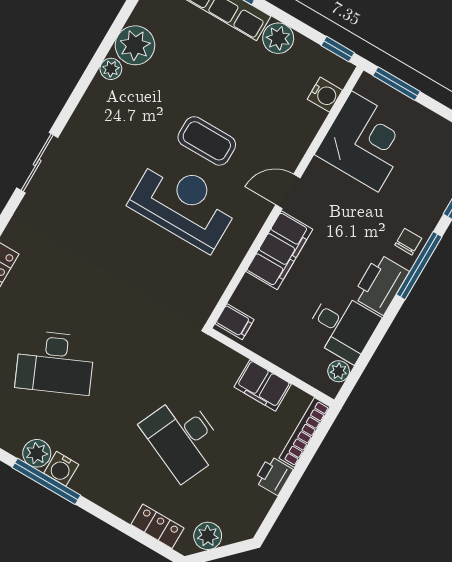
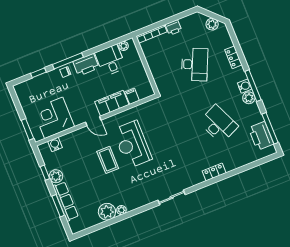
window: (338, 49) -> (45, 173), moved
filing cabinet: (235, 322) -> (132, 96), moved
filing cabinet: (263, 385) -> (153, 61), removed
locker: (157, 526) -> (233, 57), moved

